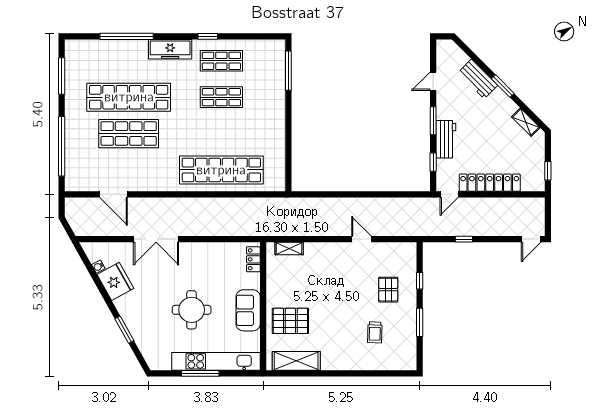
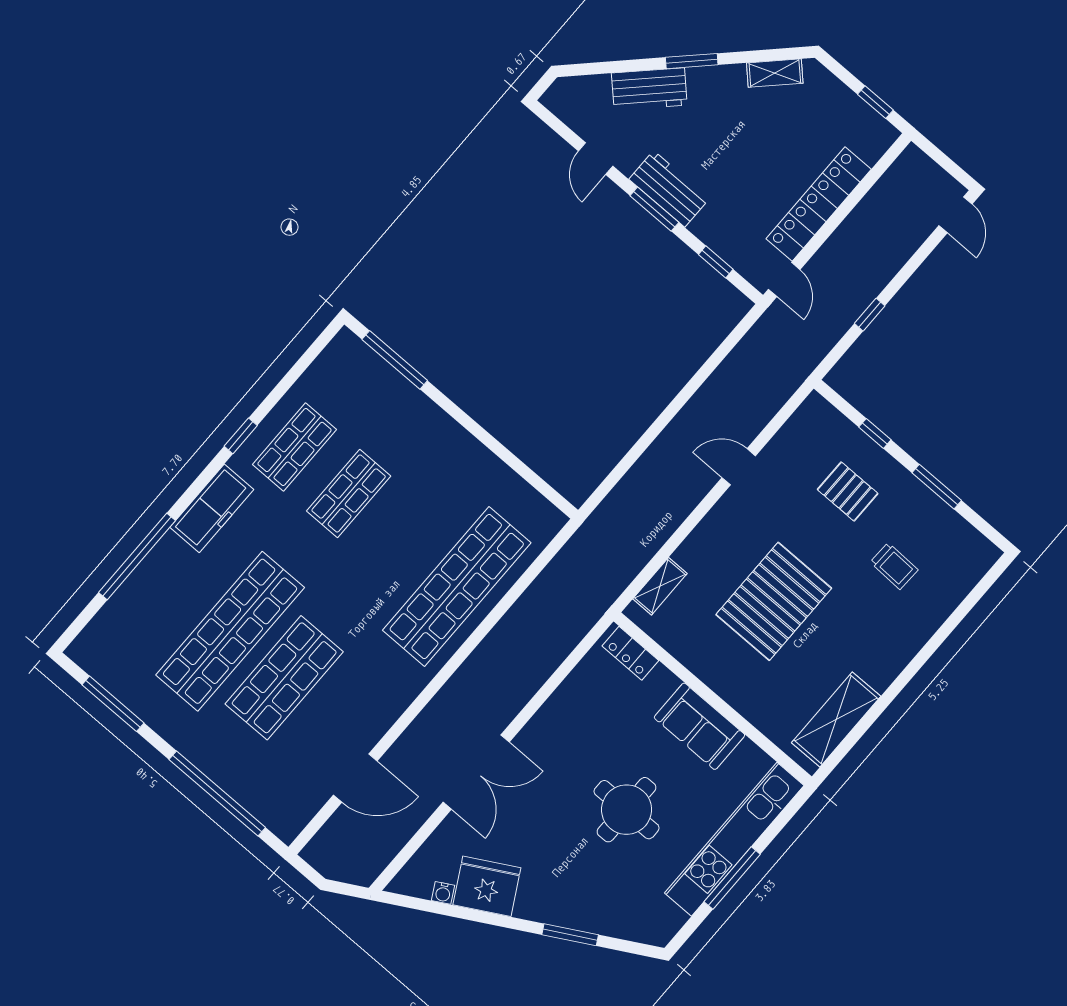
workbench: (446, 139) -> (669, 189), moved
pallet: (290, 321) -> (774, 601), moved, width x1.37, depth x1.41

